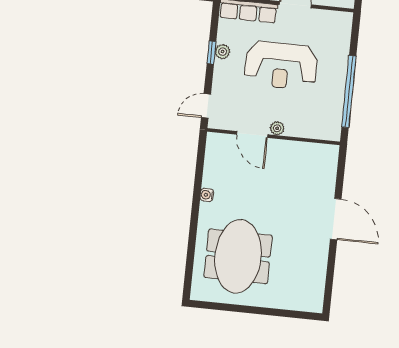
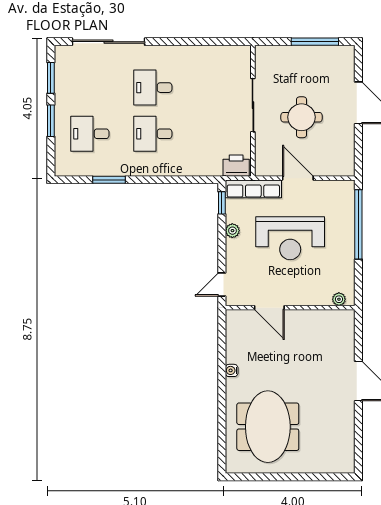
window: (211, 53) -> (222, 203), moved
window: (349, 92) -> (358, 224), moved
plant: (277, 128) -> (339, 299), moved

